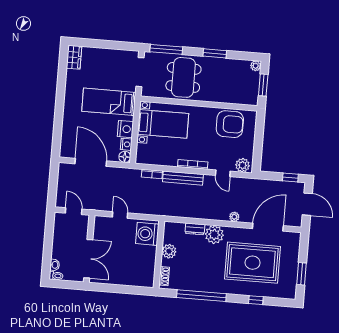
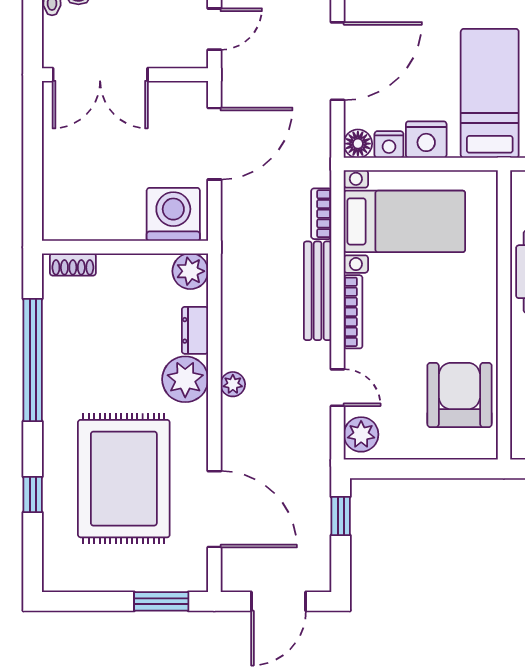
bed with nightstands: (163, 124) -> (404, 221), moved, turned -90
armchair: (230, 124) -> (459, 395), turned 180
door: (223, 173) -> (338, 388), swing flipped
window: (290, 177) -> (341, 516), moved
door: (120, 215) -> (214, 144), width x1.87
plant: (234, 217) -> (233, 384), moved
plant: (169, 251) -> (190, 271), moved
window: (302, 274) -> (161, 601), moved

